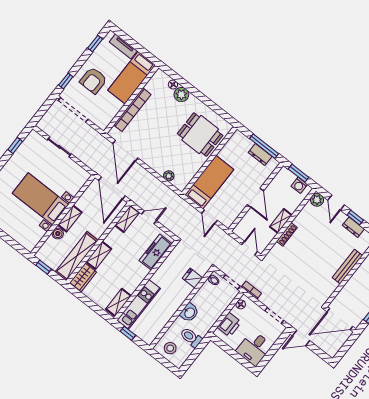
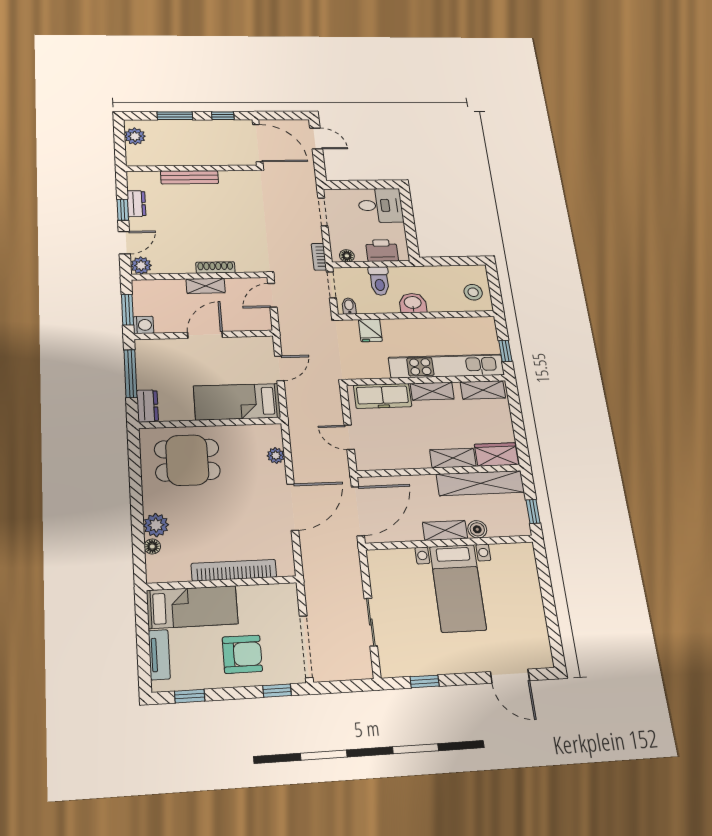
dining table: (200, 135) -> (187, 460), turned 90
door: (125, 151) -> (293, 507), moved
dresser: (260, 155) -> (147, 406), moved
washing machine: (299, 185) -> (143, 325), moved
shelving: (127, 219) -> (432, 391), moved
kitchen unit: (139, 304) -> (446, 366), width x1.36
toilet: (191, 337) -> (379, 281), moved
door: (301, 338) -> (316, 138), moved

